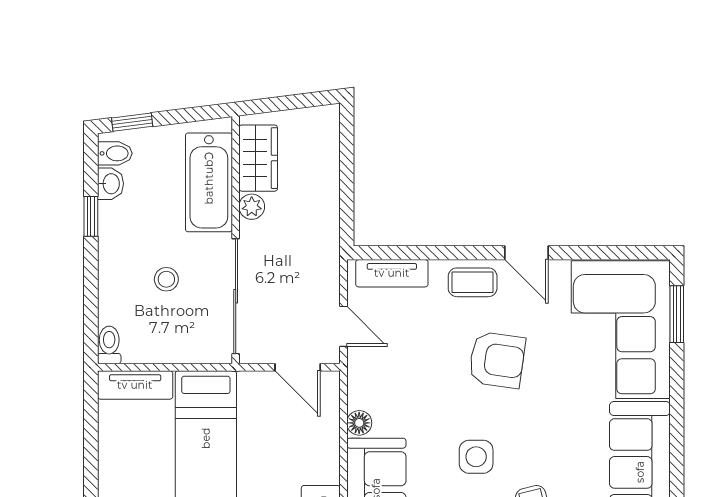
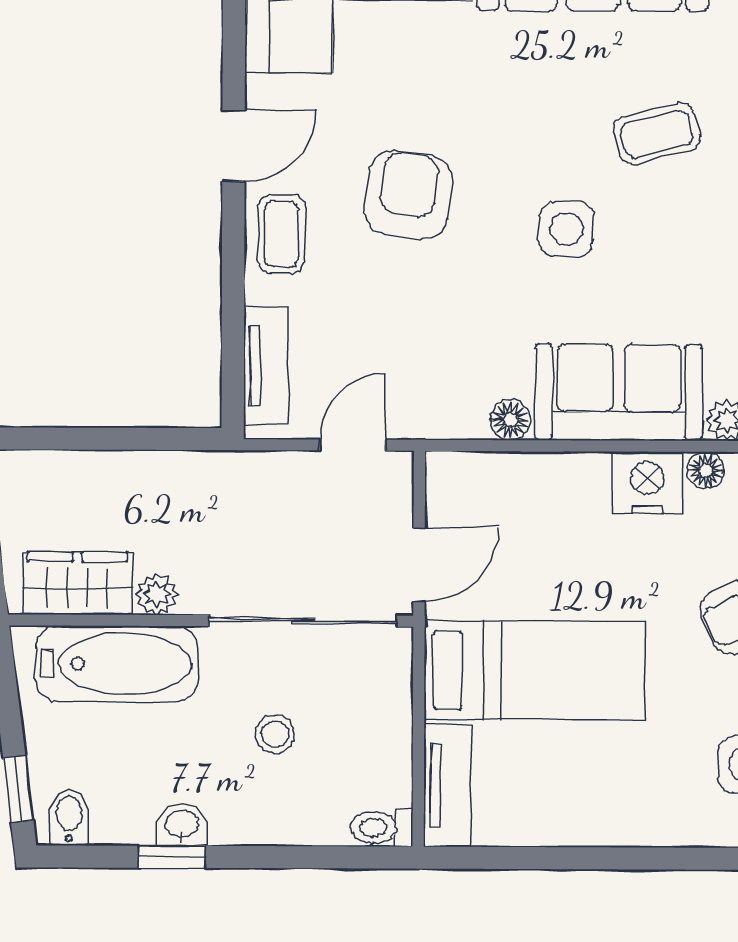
washbasin: (110, 184) -> (182, 825), moved
door: (298, 367) -> (419, 565), moved

